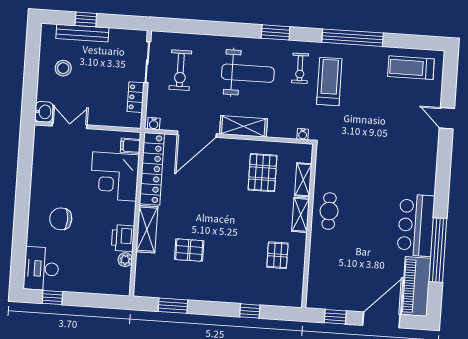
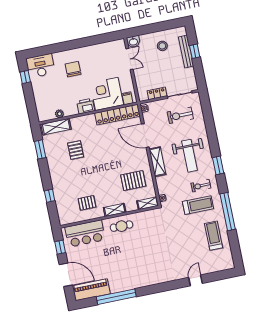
treadmill: (411, 68) -> (214, 236), moved
shelving: (303, 180) -> (148, 203), moved
bar counter: (416, 225) -> (85, 233), moved, turned 180
shelving: (147, 229) -> (56, 127), moved
printer: (123, 238) -> (86, 106), moved

